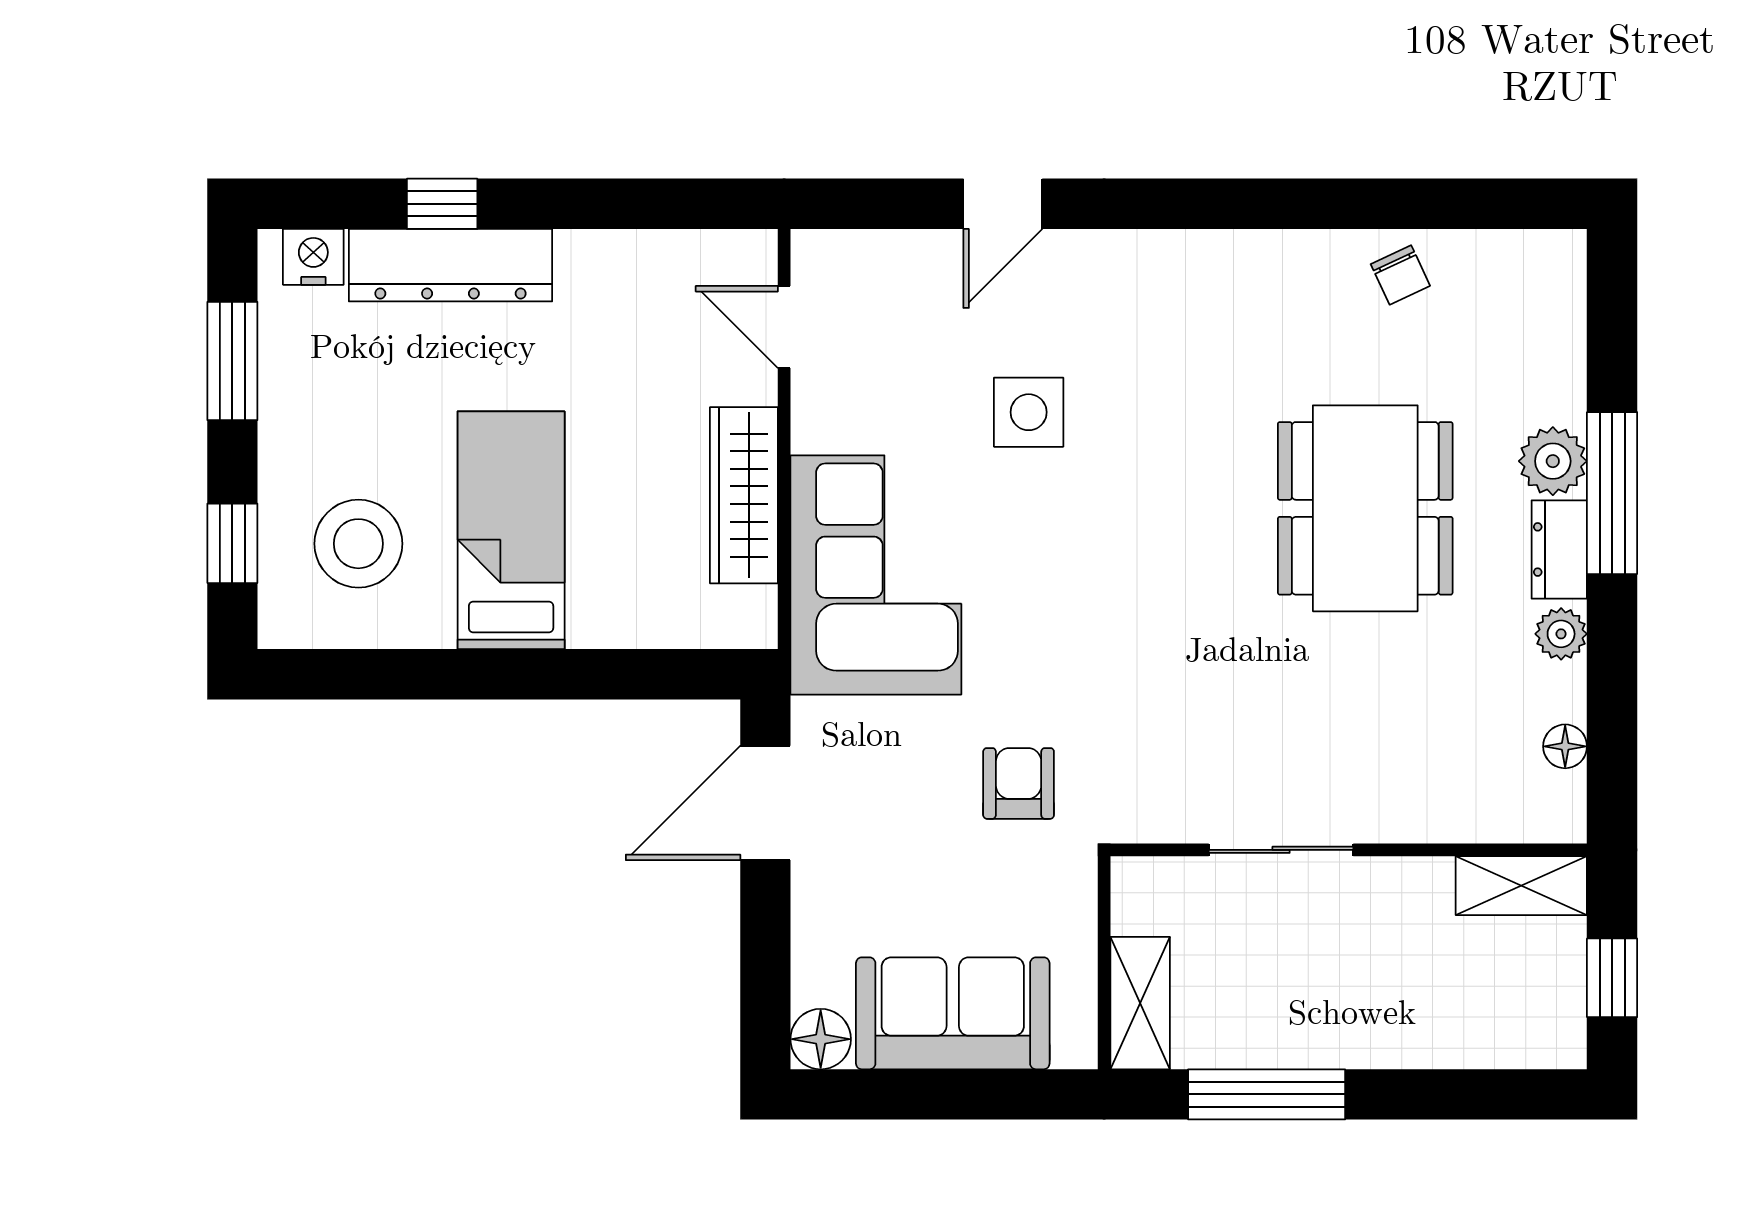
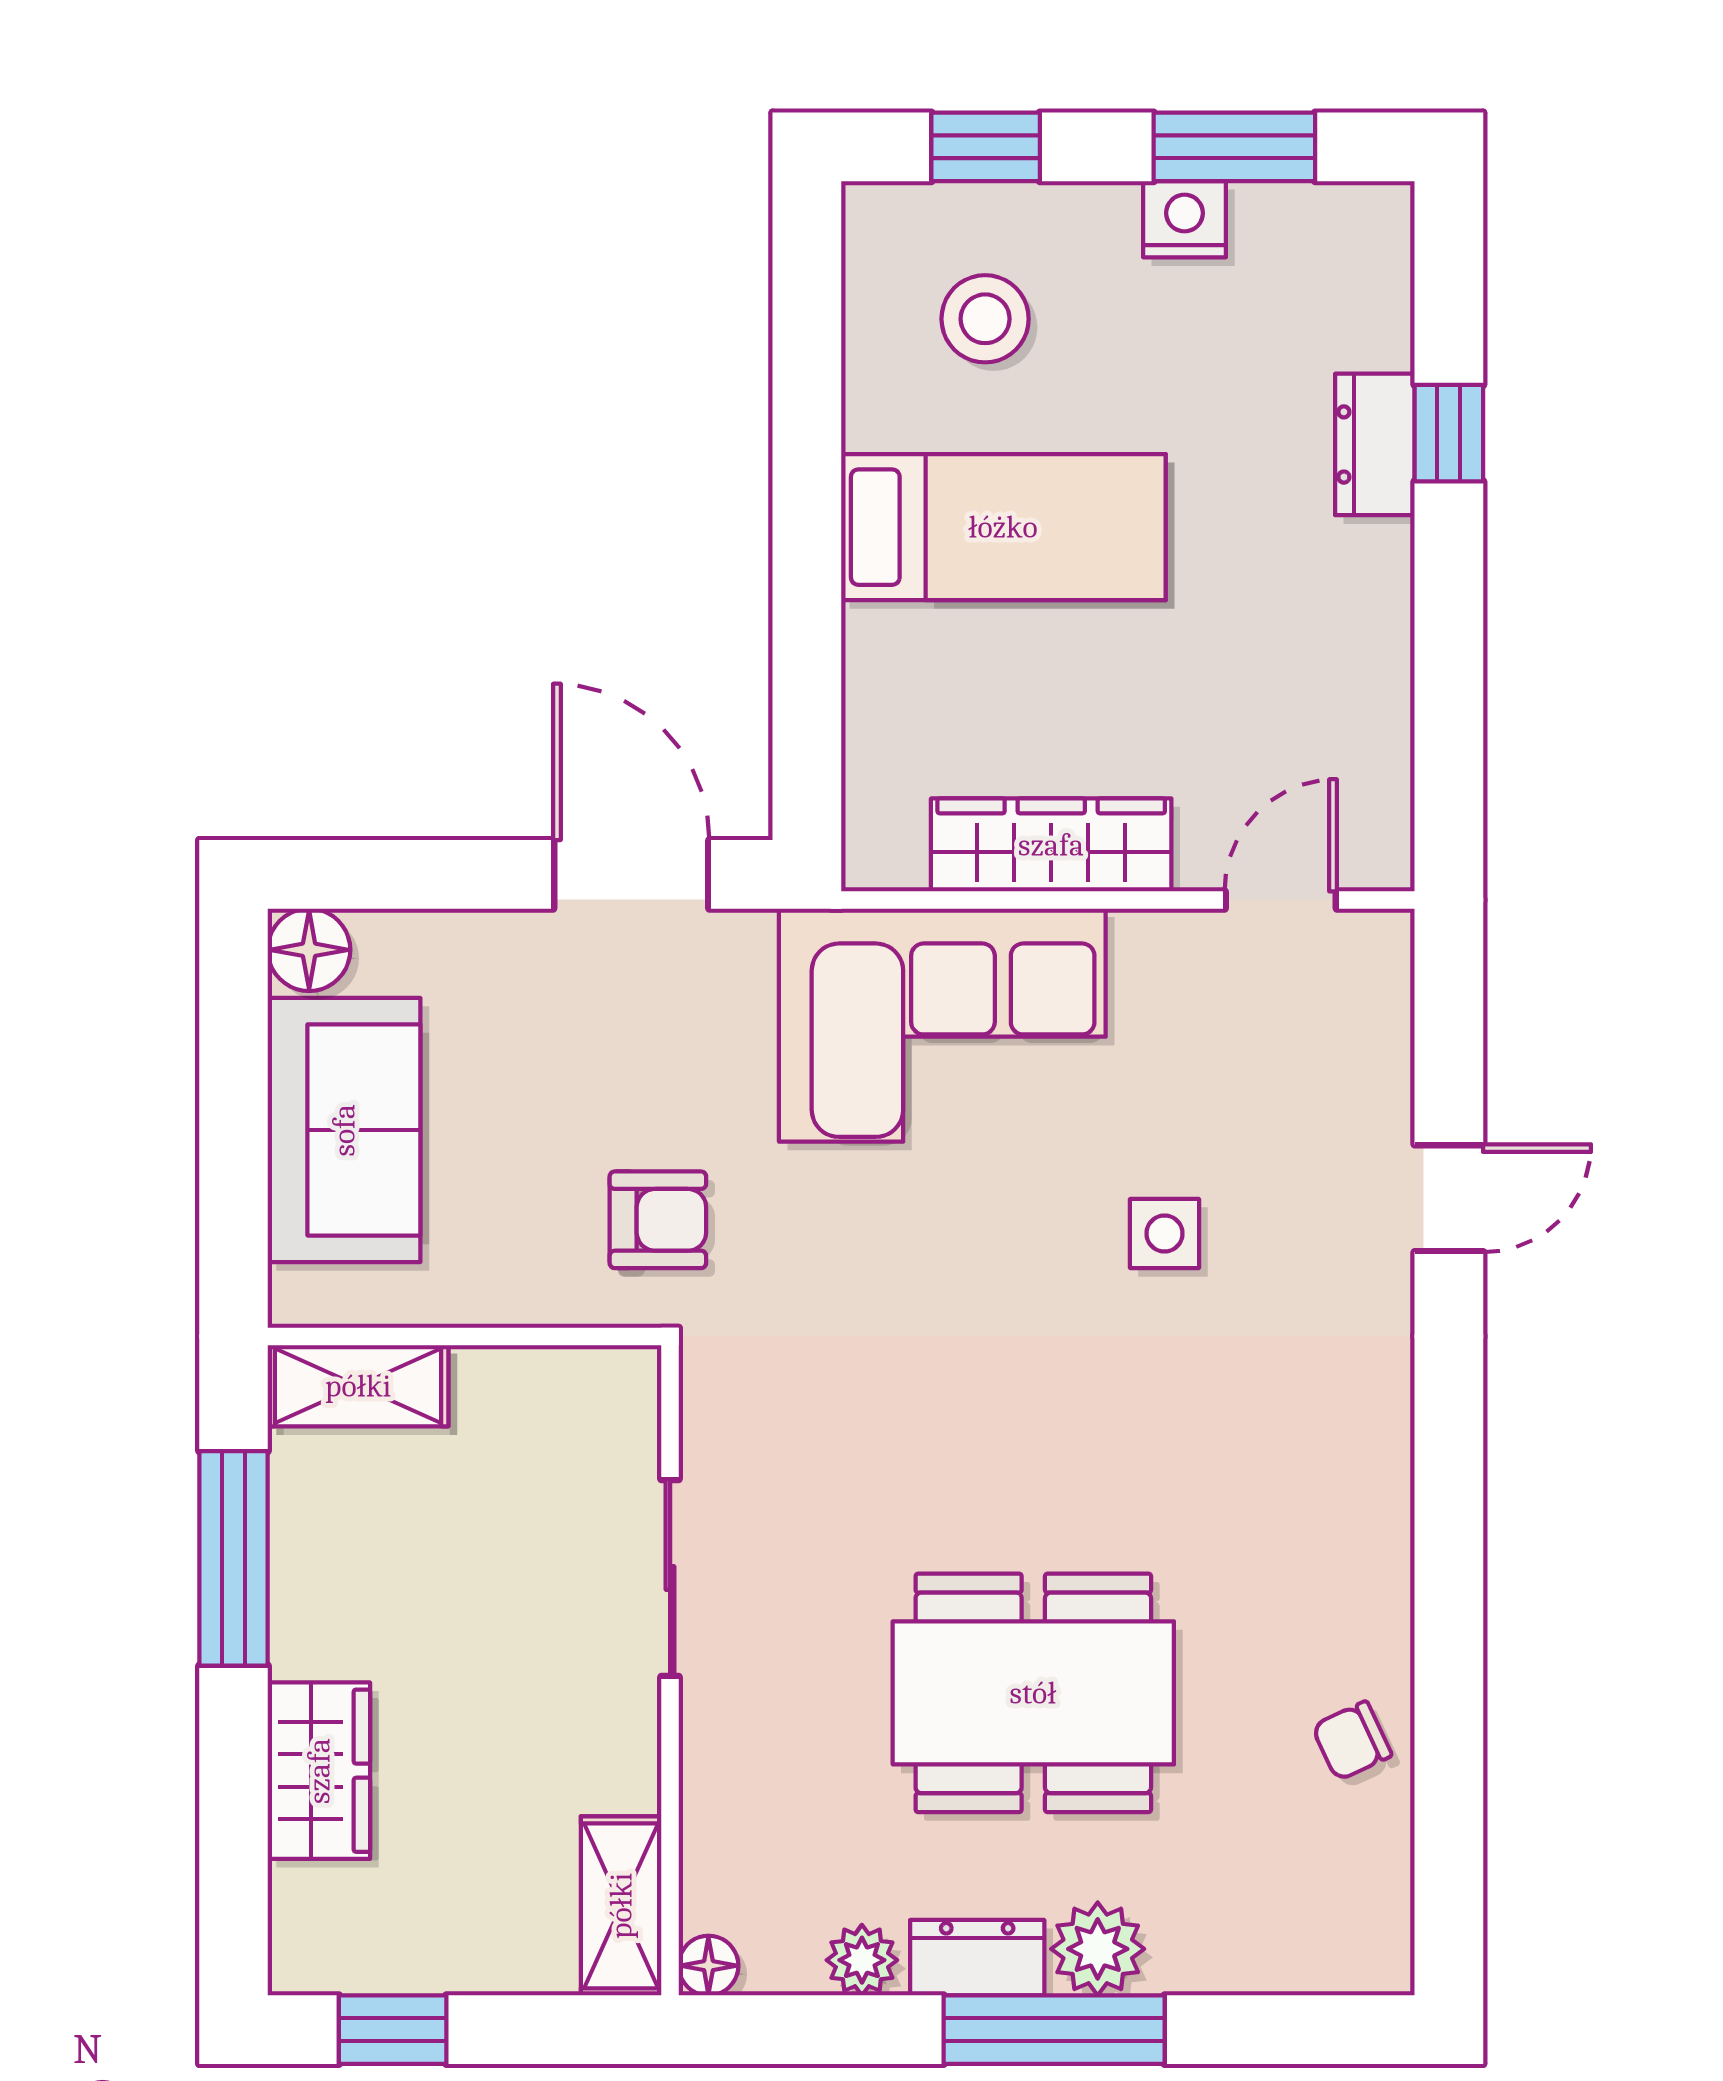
door: (1003, 204) -> (1449, 1198), swing flipped
nightstand: (313, 257) -> (1184, 219), moved, turned -90
dresser: (450, 265) -> (1375, 444), width x0.51, depth x0.80
side table: (1029, 412) -> (1164, 1234), width x0.73, depth x0.73
stool: (358, 544) -> (985, 319), width x0.73, depth x0.73
sliding door: (1281, 850) -> (670, 1578), moved
wall: (1349, 850) -> (670, 1670), moved
shelving: (1521, 886) -> (621, 1906), moved
wardrobe: (1422, 1032) -> (319, 1771), added

